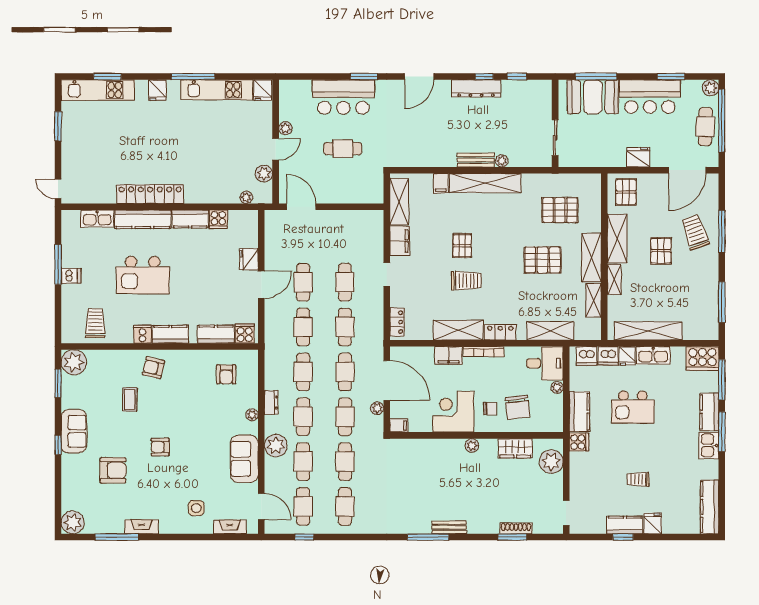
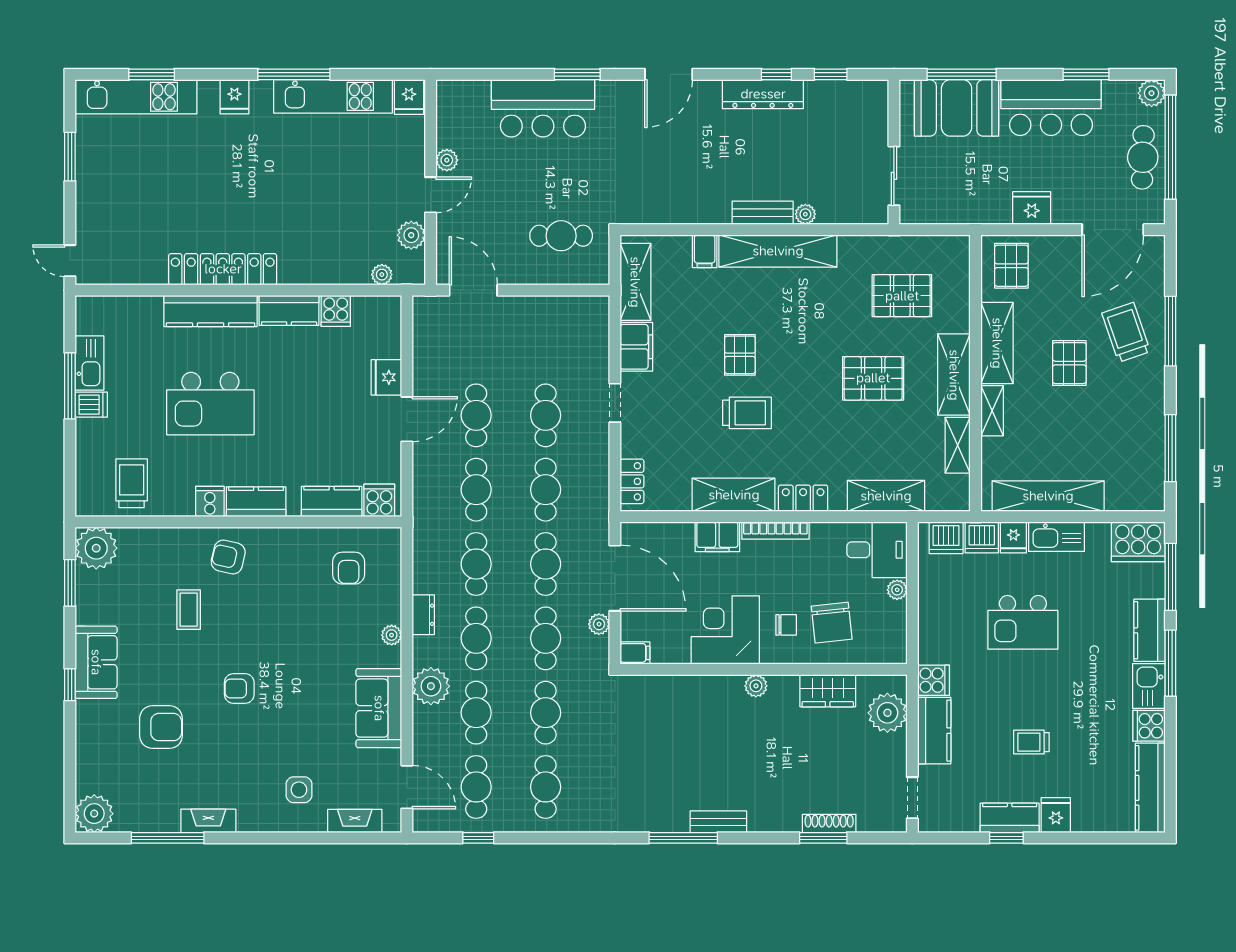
cafe table: (343, 149) -> (561, 236), moved
kitchen sink: (97, 219) -> (89, 363), moved, turned -90
kitchen counter: (579, 412) -> (934, 731), moved
cooker: (709, 469) -> (1149, 726), added

